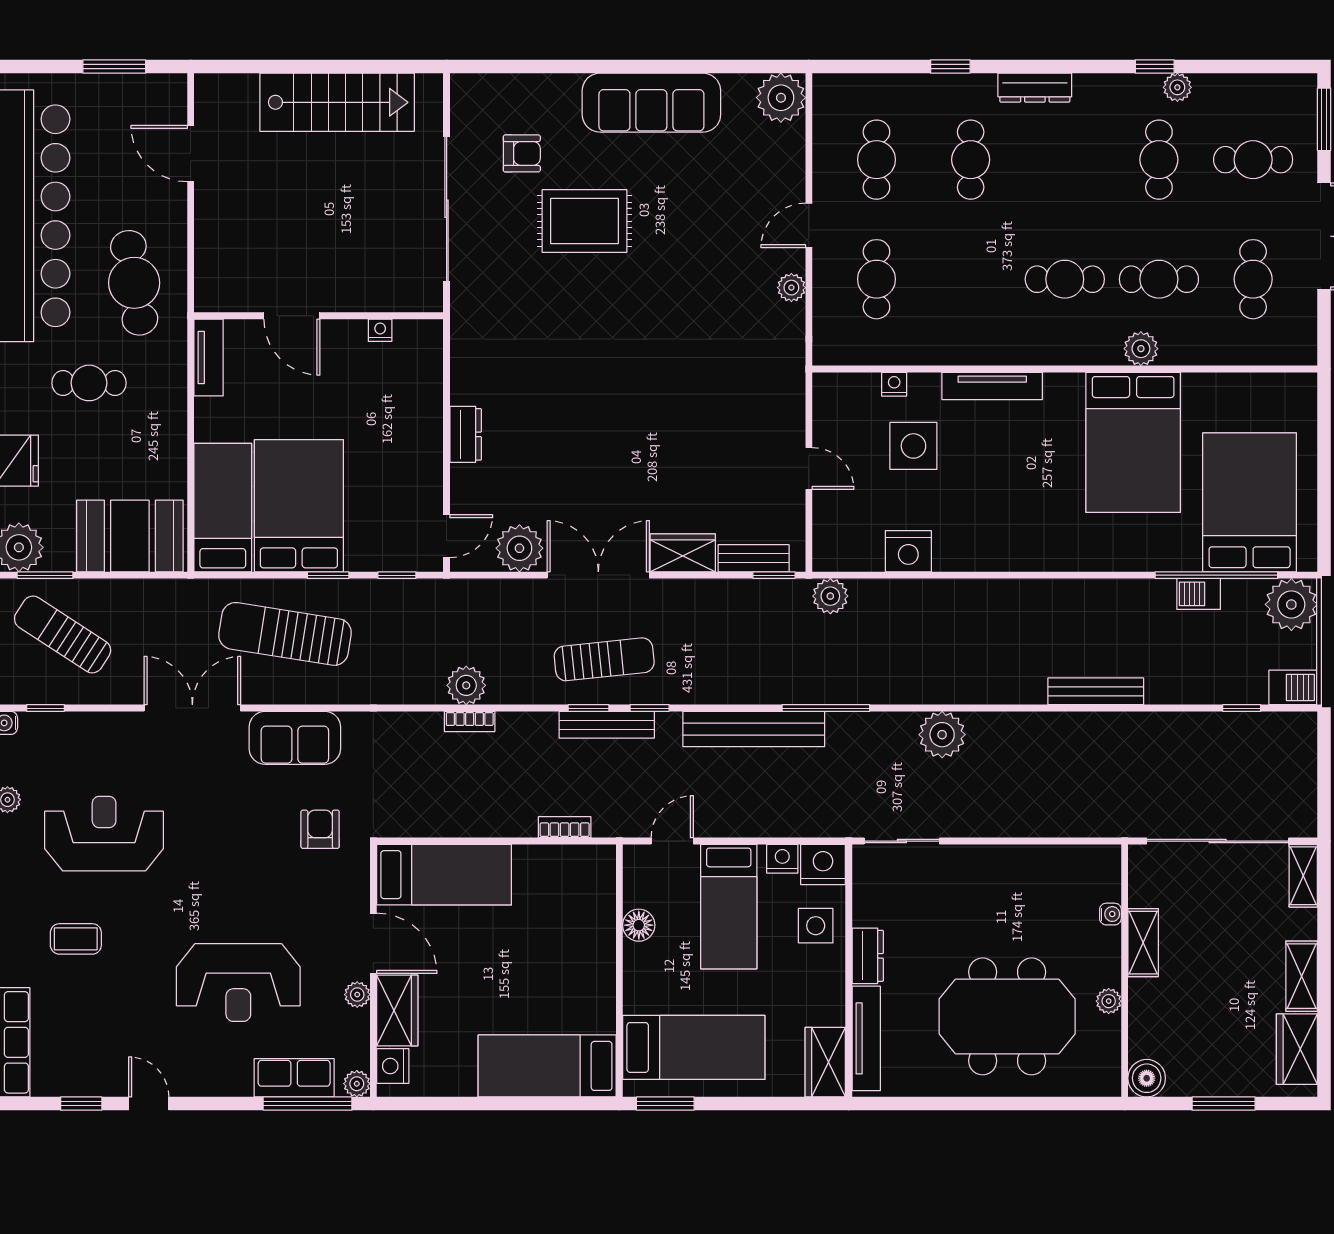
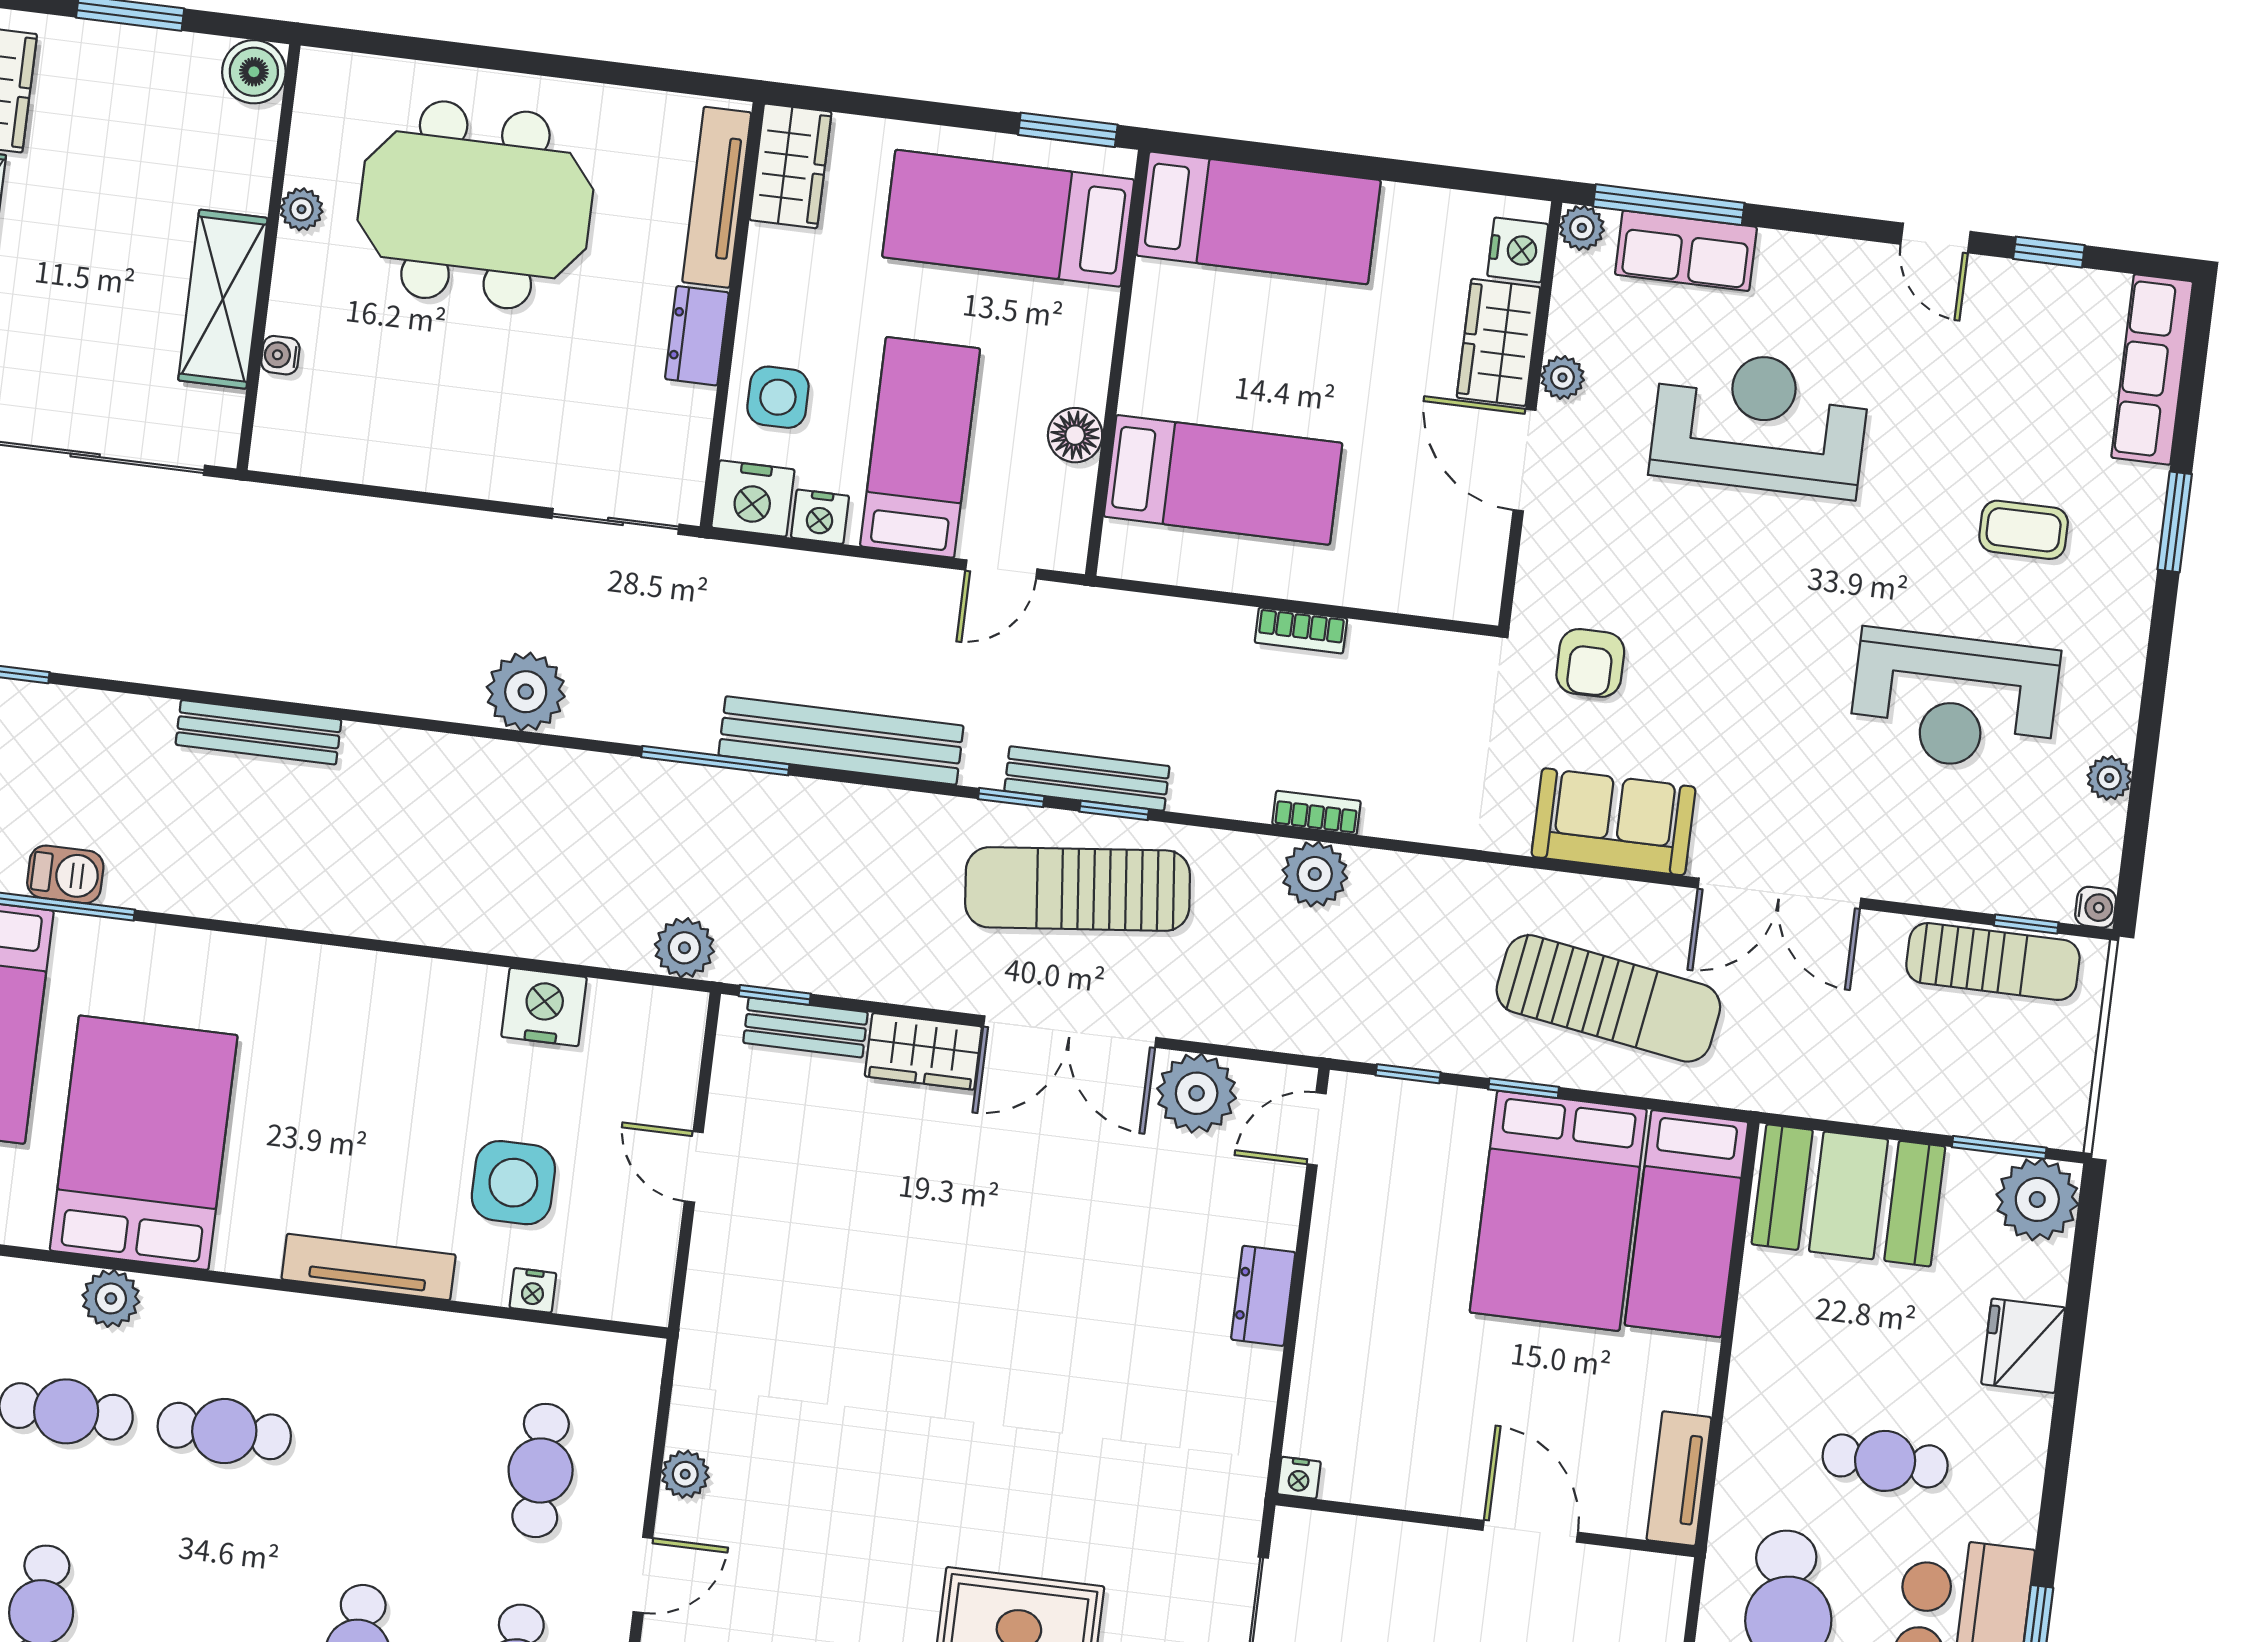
nightstand: (380, 330) -> (1299, 1478), moved
sun lounger: (63, 635) -> (1993, 961), moved, turned -33
sun lounger: (604, 659) -> (1078, 889), width x1.36, depth x1.34
bookcase: (565, 827) -> (1301, 630), moved
bed: (444, 875) -> (1223, 480), moved, turned 180
shelving: (1143, 943) -> (223, 299), width x1.50, depth x1.33

